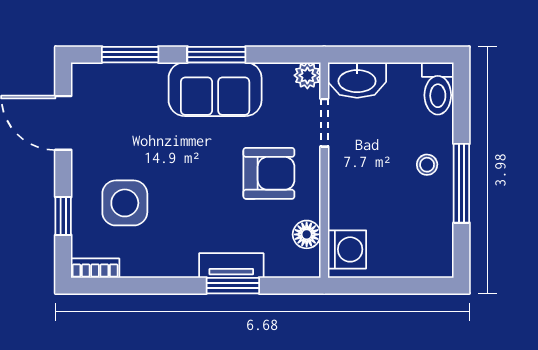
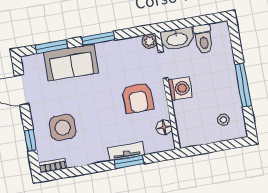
toilet: (438, 88) -> (203, 39), moved
sofa: (215, 89) -> (71, 62), moved
stool: (427, 165) -> (223, 120), moved
armchair: (269, 173) -> (138, 98), turned 90
washing machine: (347, 249) -> (180, 89), moved

